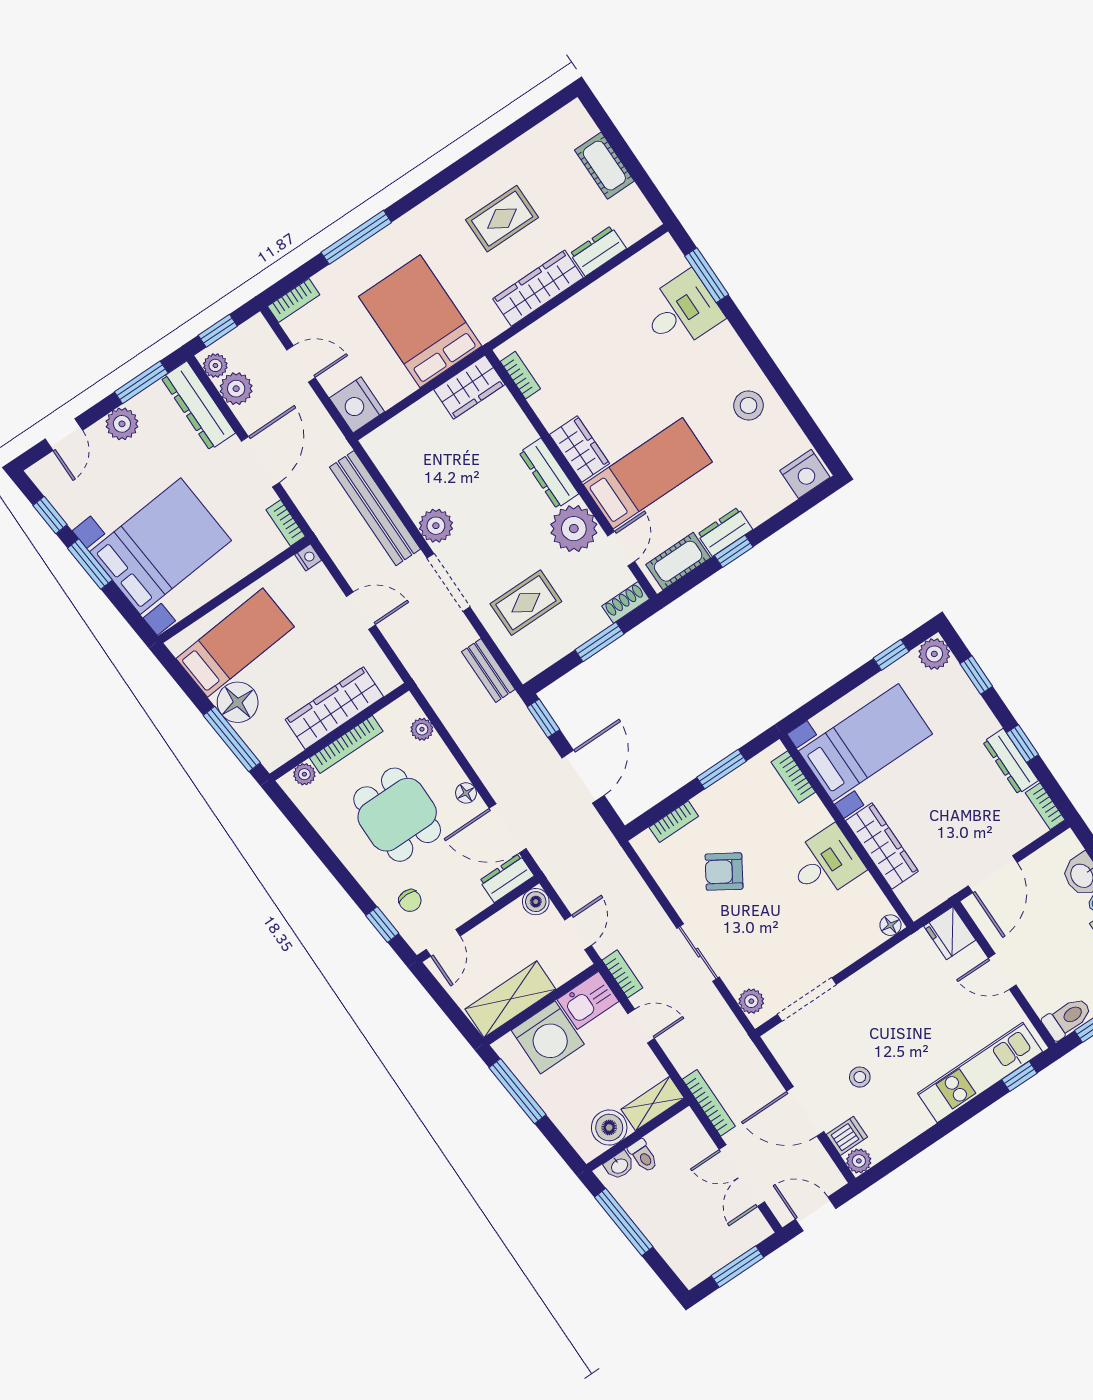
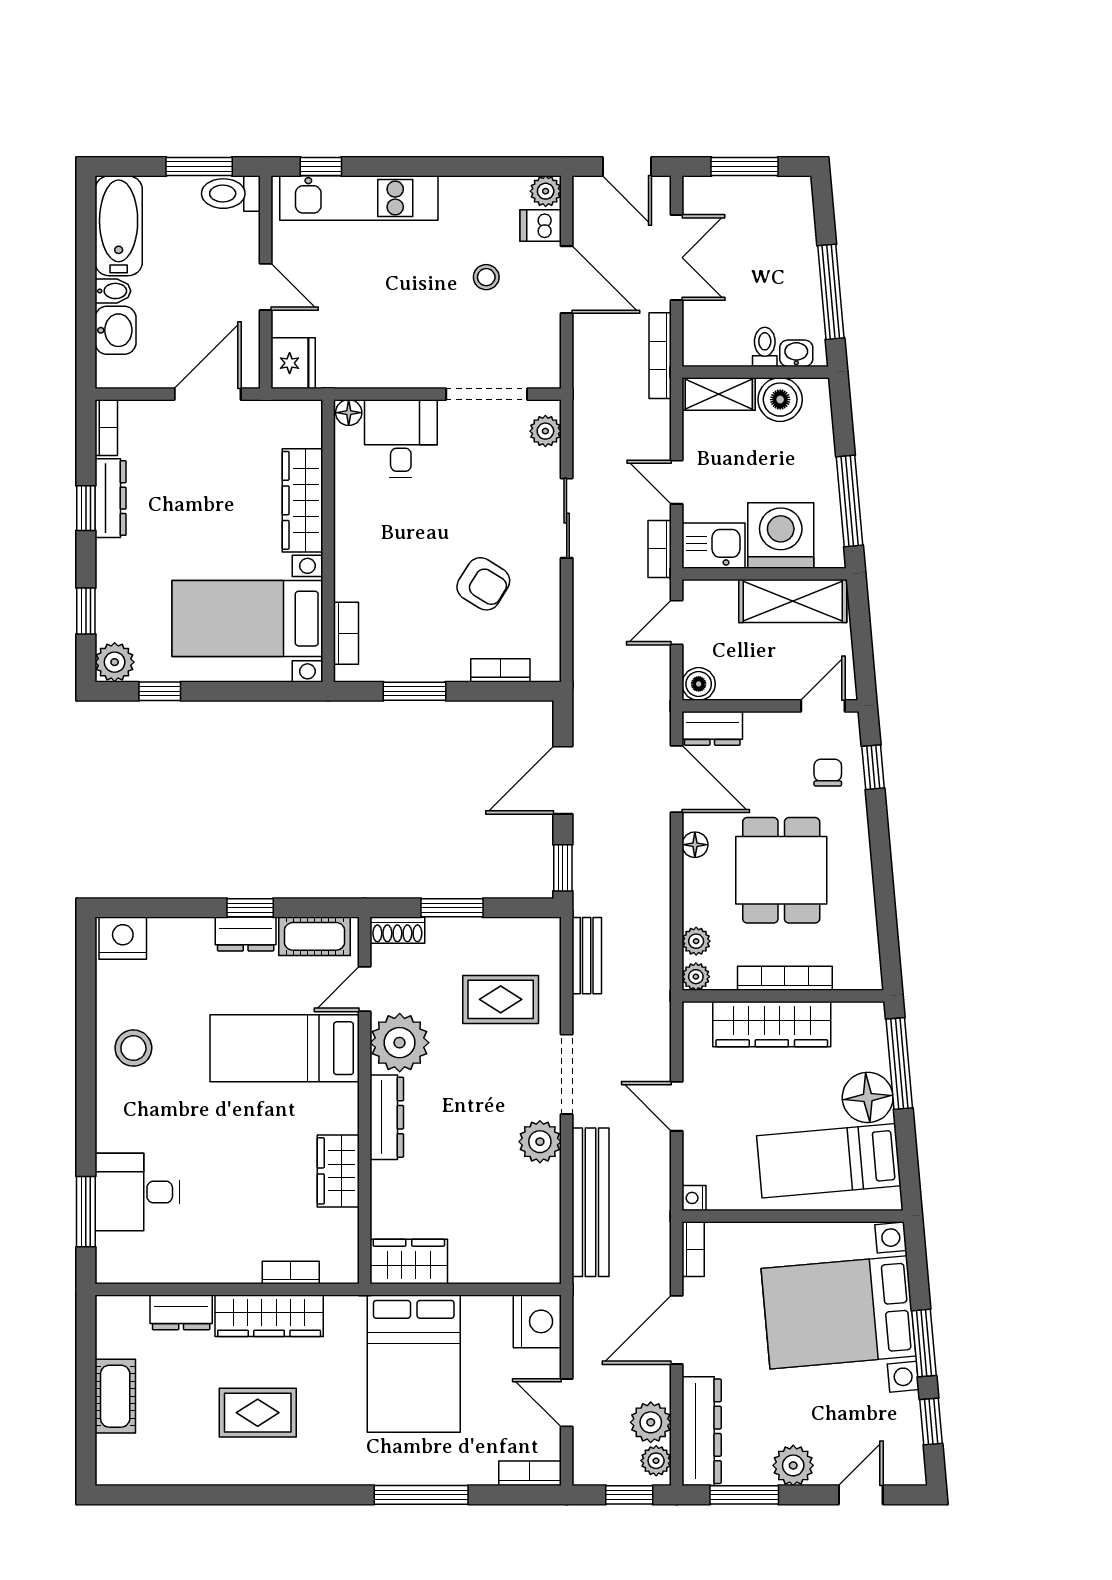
bookcase: (520, 375) -> (291, 1273), moved, turned 90
wardrobe: (579, 449) -> (338, 1171), moved
plant: (304, 774) -> (696, 977), moved
desk: (826, 863) -> (401, 439), moved, turned 90

